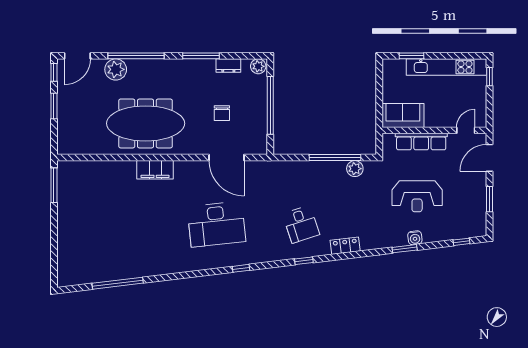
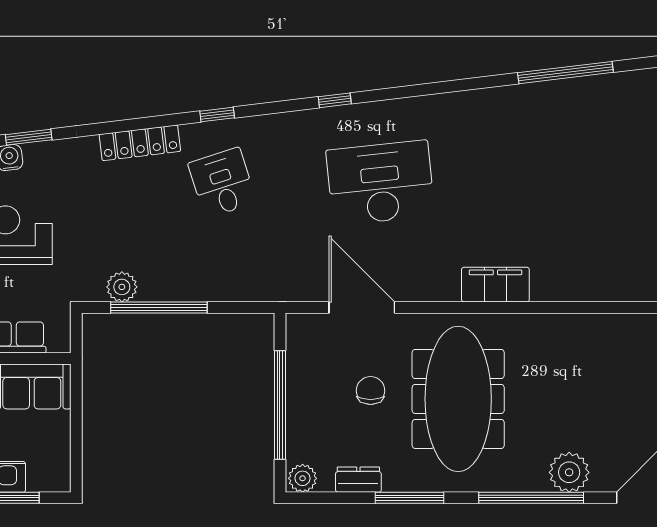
meeting table: (146, 123) -> (458, 399), moved, turned 90
locker: (345, 246) -> (140, 143), width x1.53

